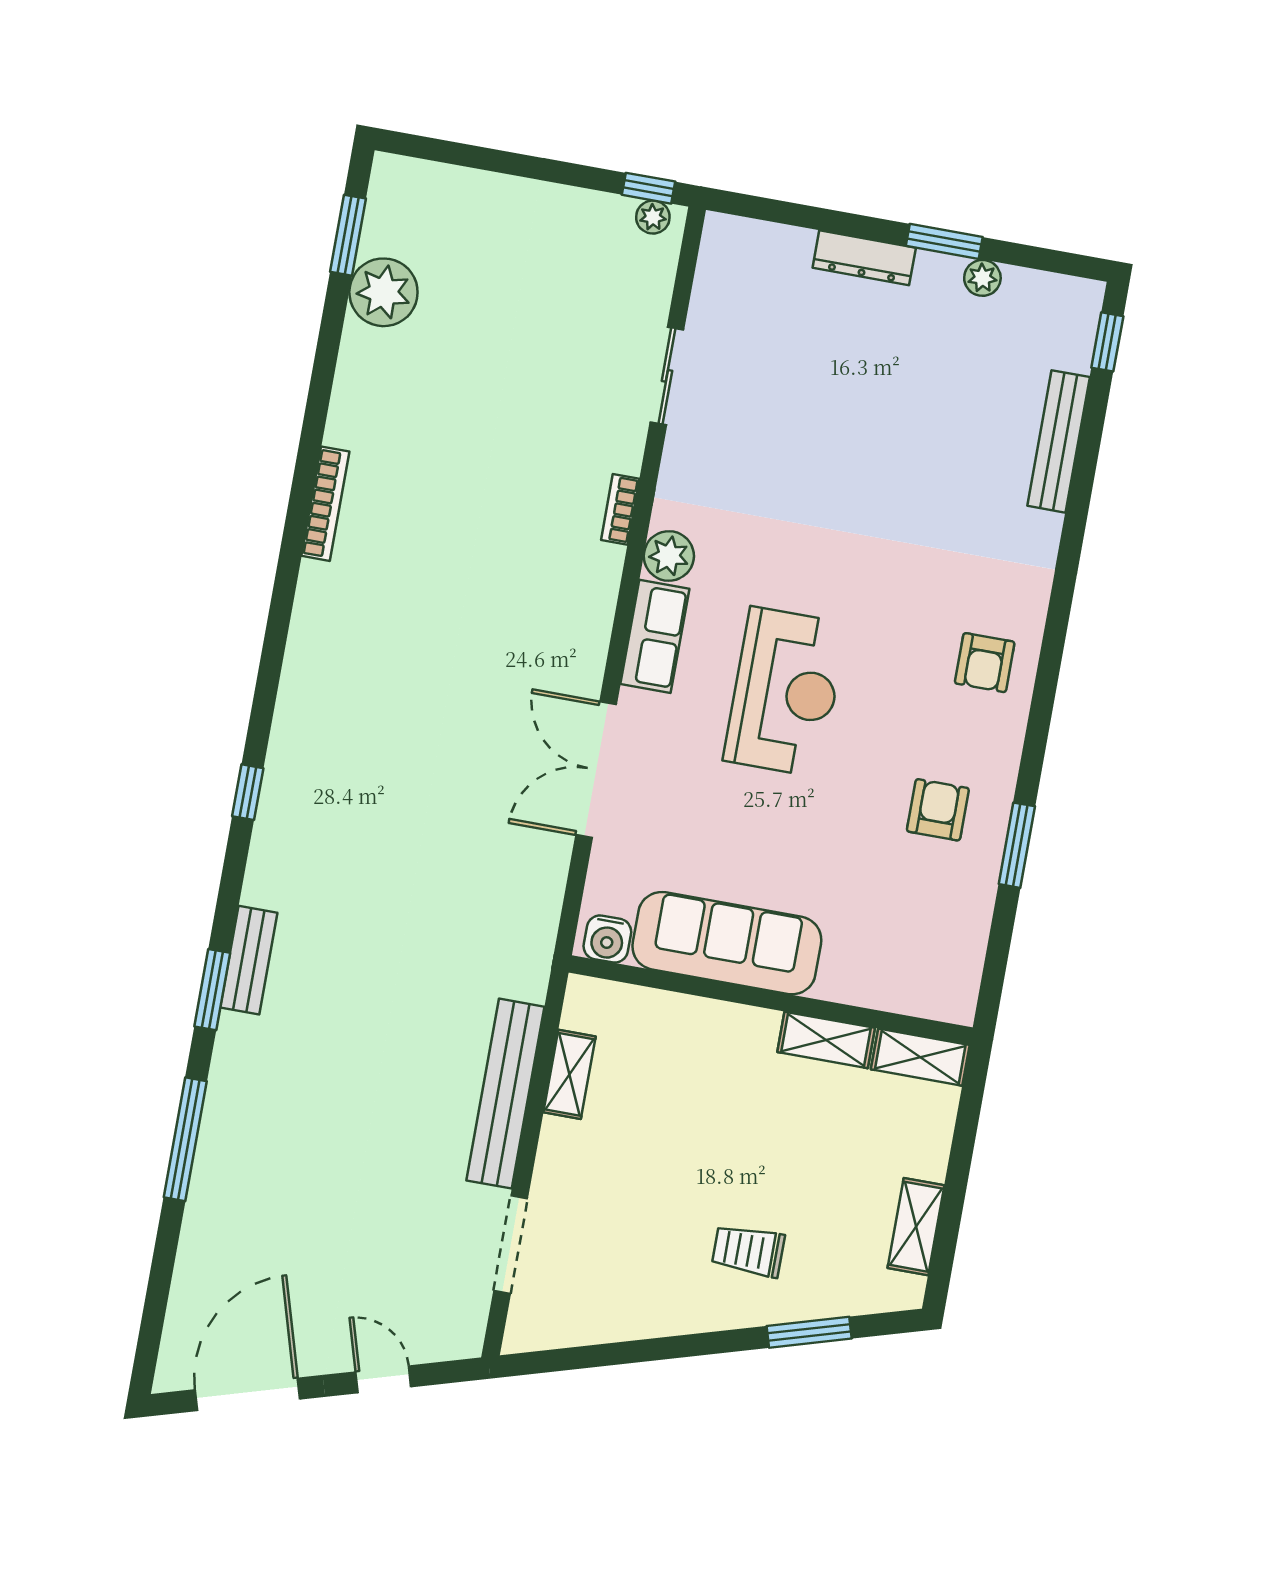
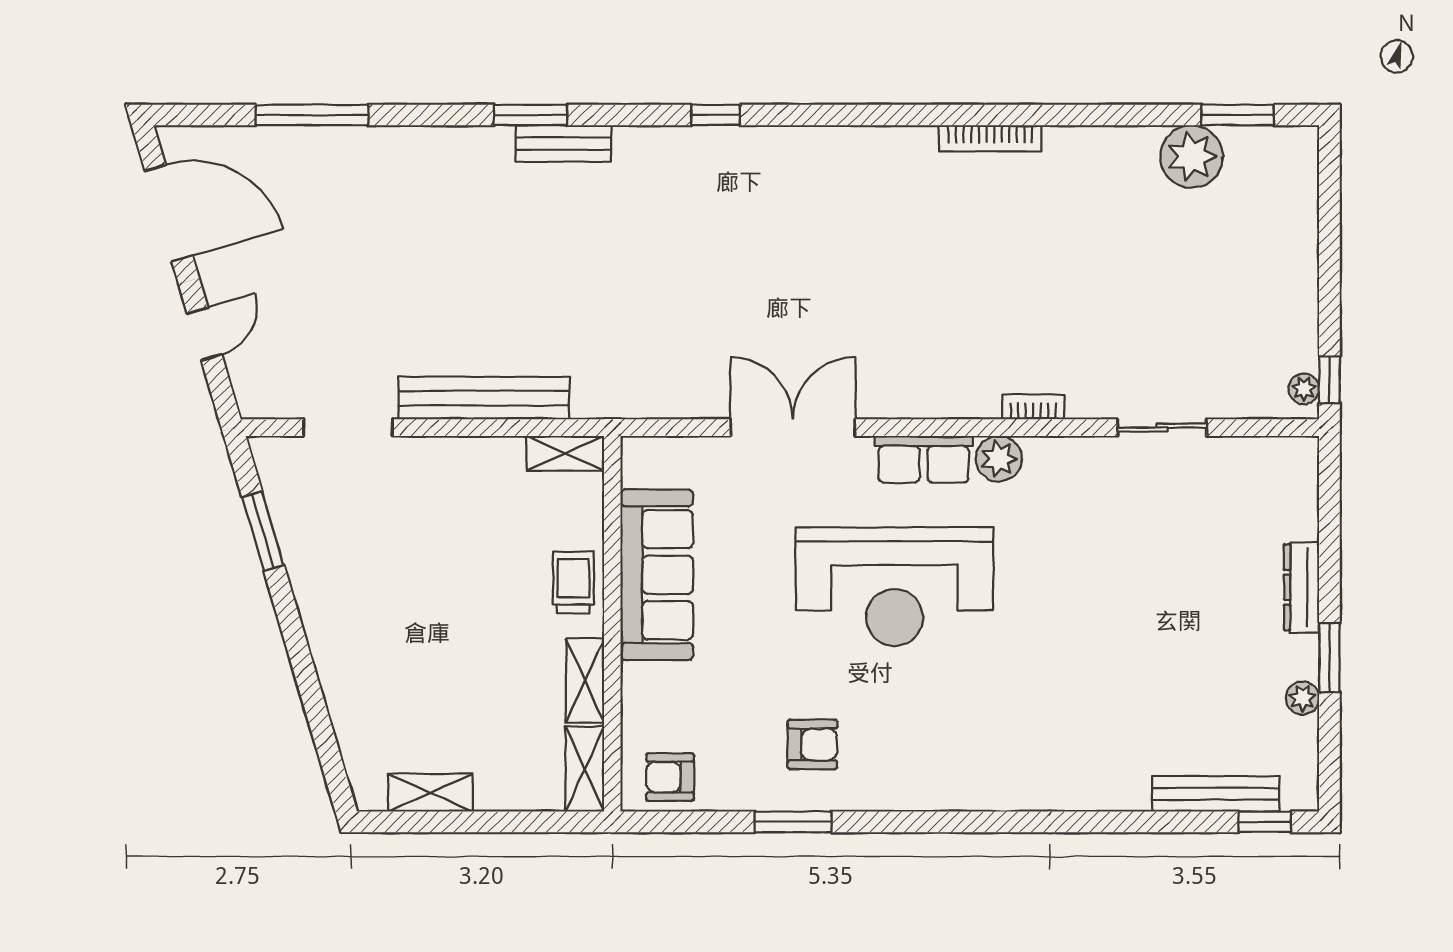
bench: (1059, 441) -> (1216, 794), moved
armchair: (985, 663) -> (670, 777), moved
reception desk: (785, 692) -> (895, 587), width x1.36, depth x1.30
water cooler: (607, 939) -> (641, 465), removed
shelving: (570, 1074) -> (565, 453), moved
window: (185, 1139) -> (312, 115), moved
trolley: (748, 1251) -> (573, 582), moved
window: (809, 1332) -> (263, 531), moved

